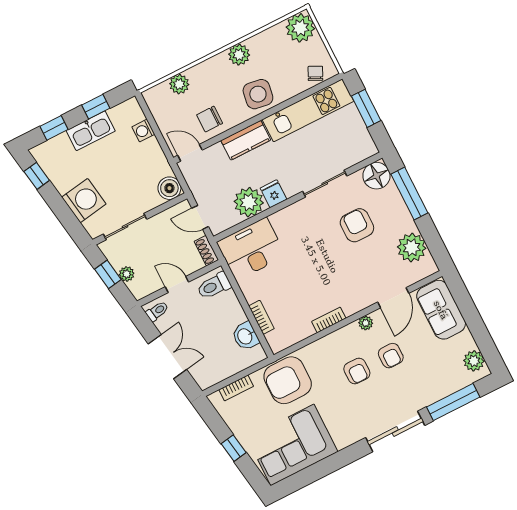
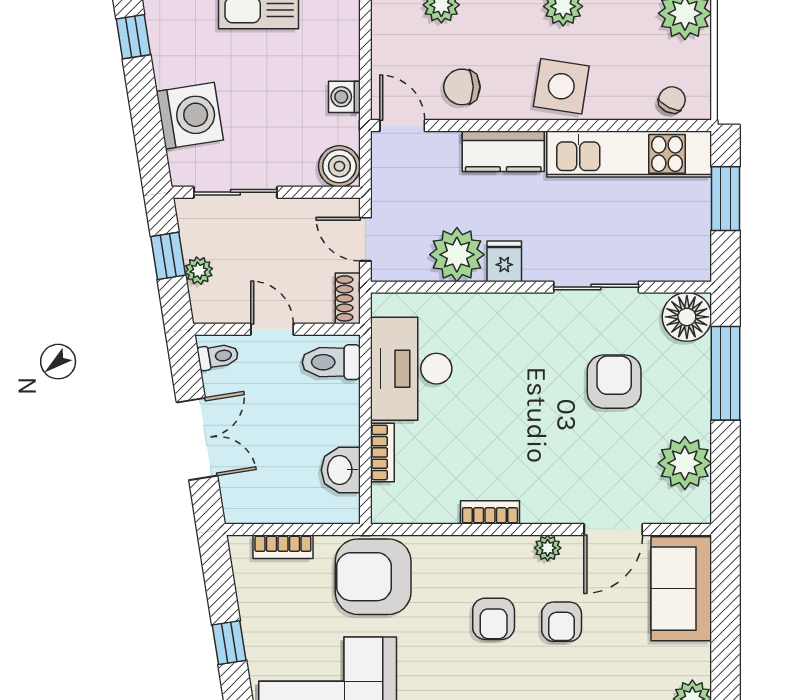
washing machine: (143, 131) -> (344, 97), moved
desk: (251, 249) -> (411, 369), moved, turned -90

